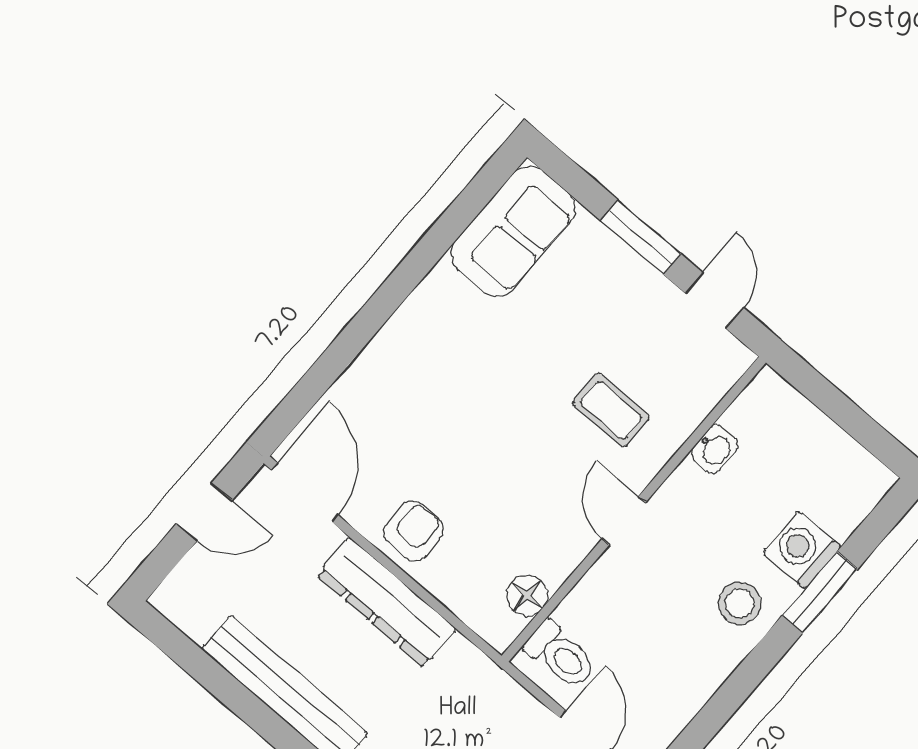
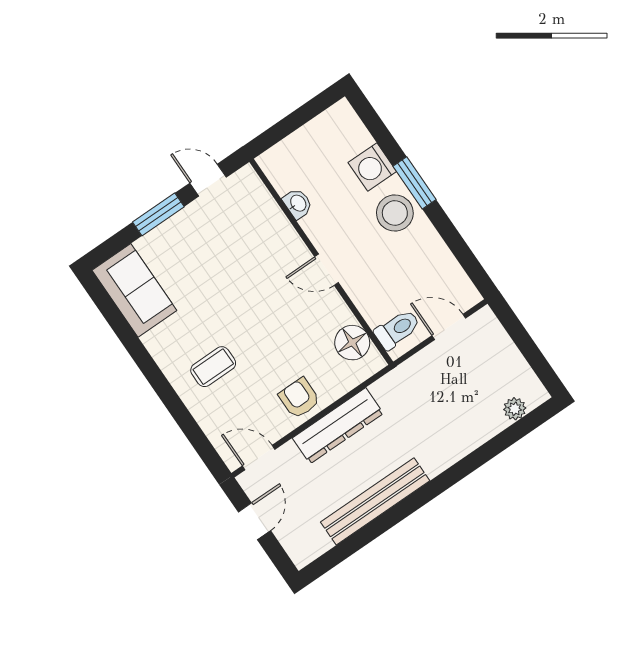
coffee table: (611, 410) -> (213, 367), moved
door: (305, 492) -> (259, 458), width x0.73
window: (820, 592) -> (415, 183), moved
floor lamp: (527, 595) -> (352, 343), width x1.38, depth x1.38
stool: (740, 603) -> (395, 213), width x1.38, depth x1.38

